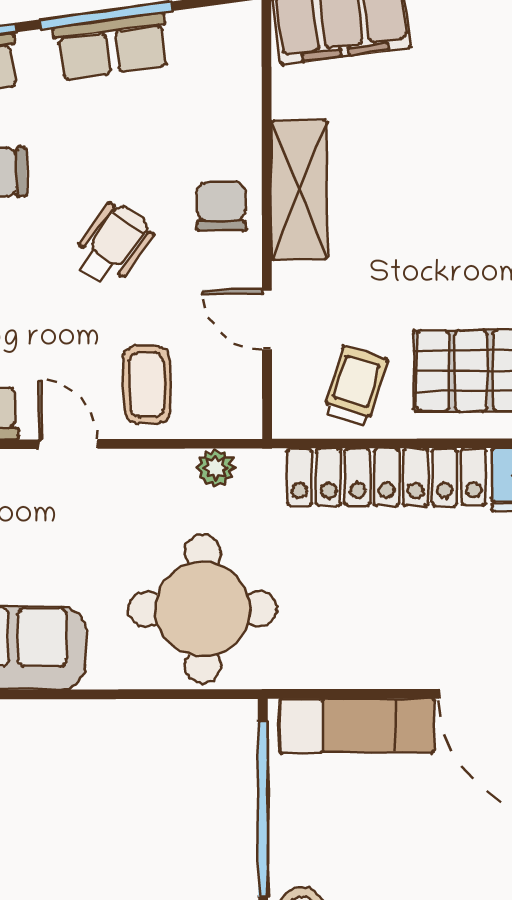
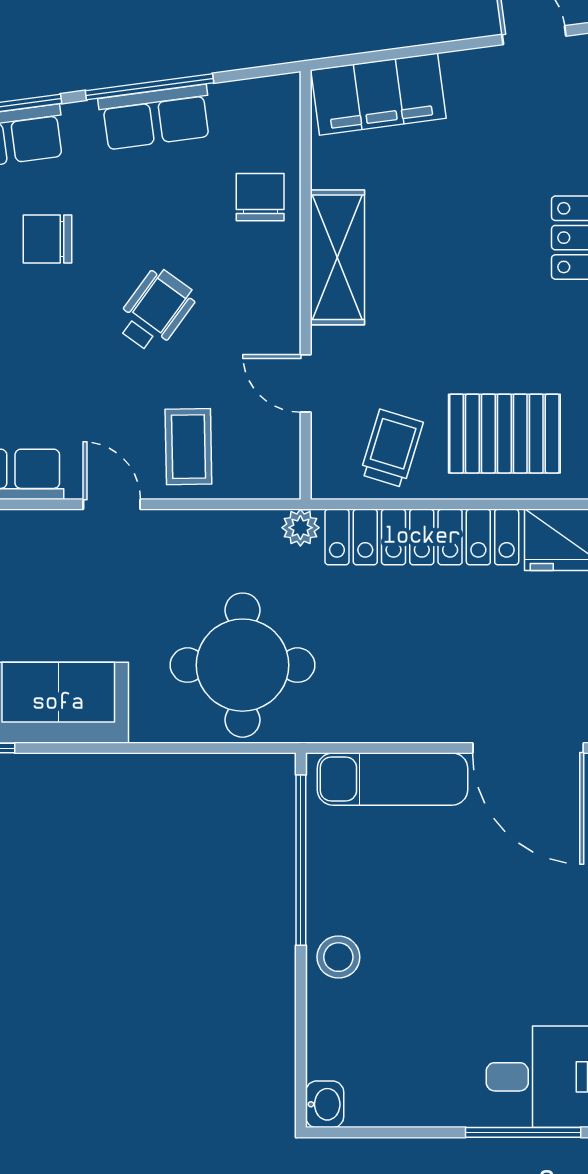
chair: (221, 206) -> (260, 197), moved
plant: (216, 468) -> (300, 528), moved

